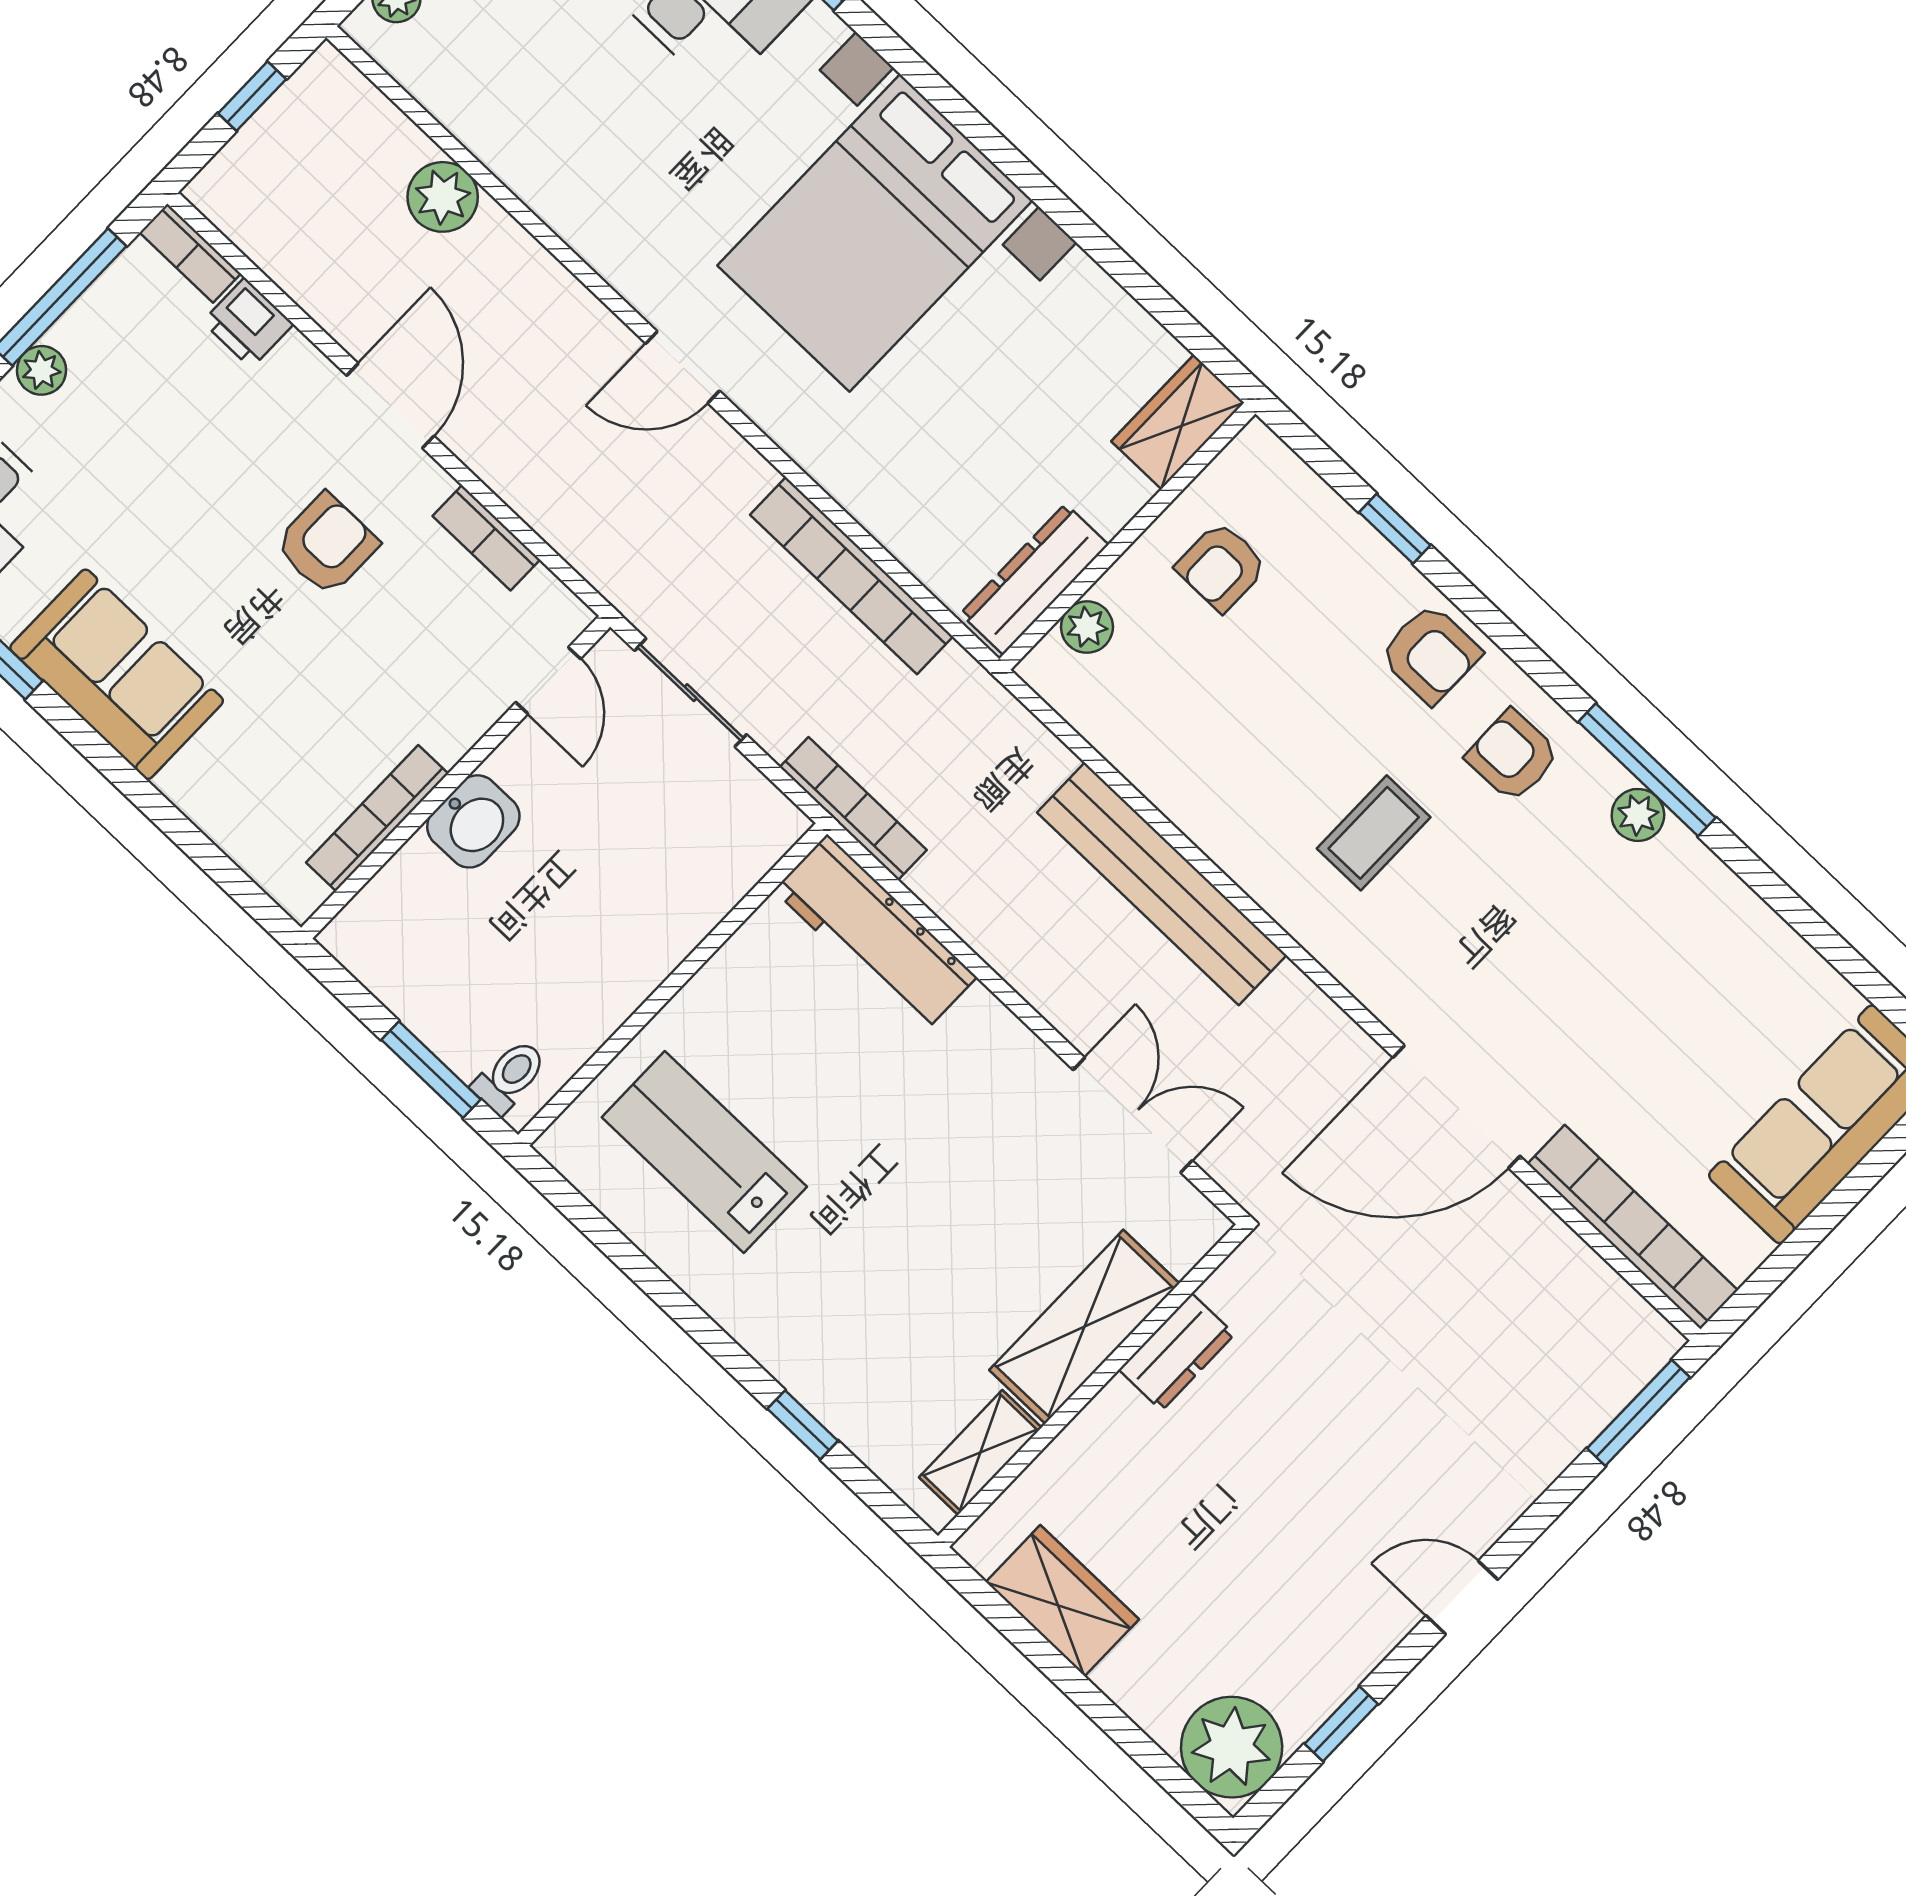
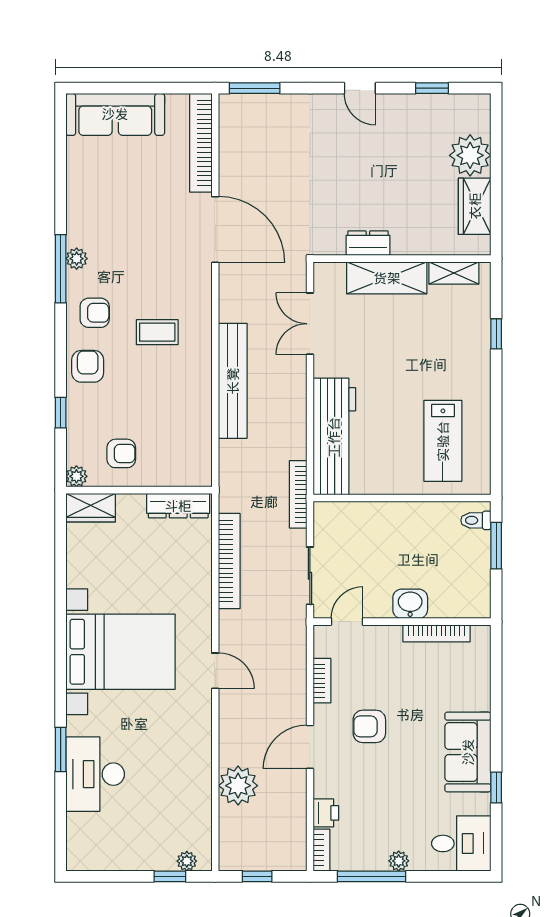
plant: (443, 197) -> (238, 786), width x1.36, depth x1.36
plant: (1087, 627) -> (76, 476), moved
armchair: (1513, 756) -> (95, 313), turned -89
workbench: (875, 934) -> (334, 437), width x1.36, depth x1.32
plant: (1232, 1747) -> (470, 155), moved

